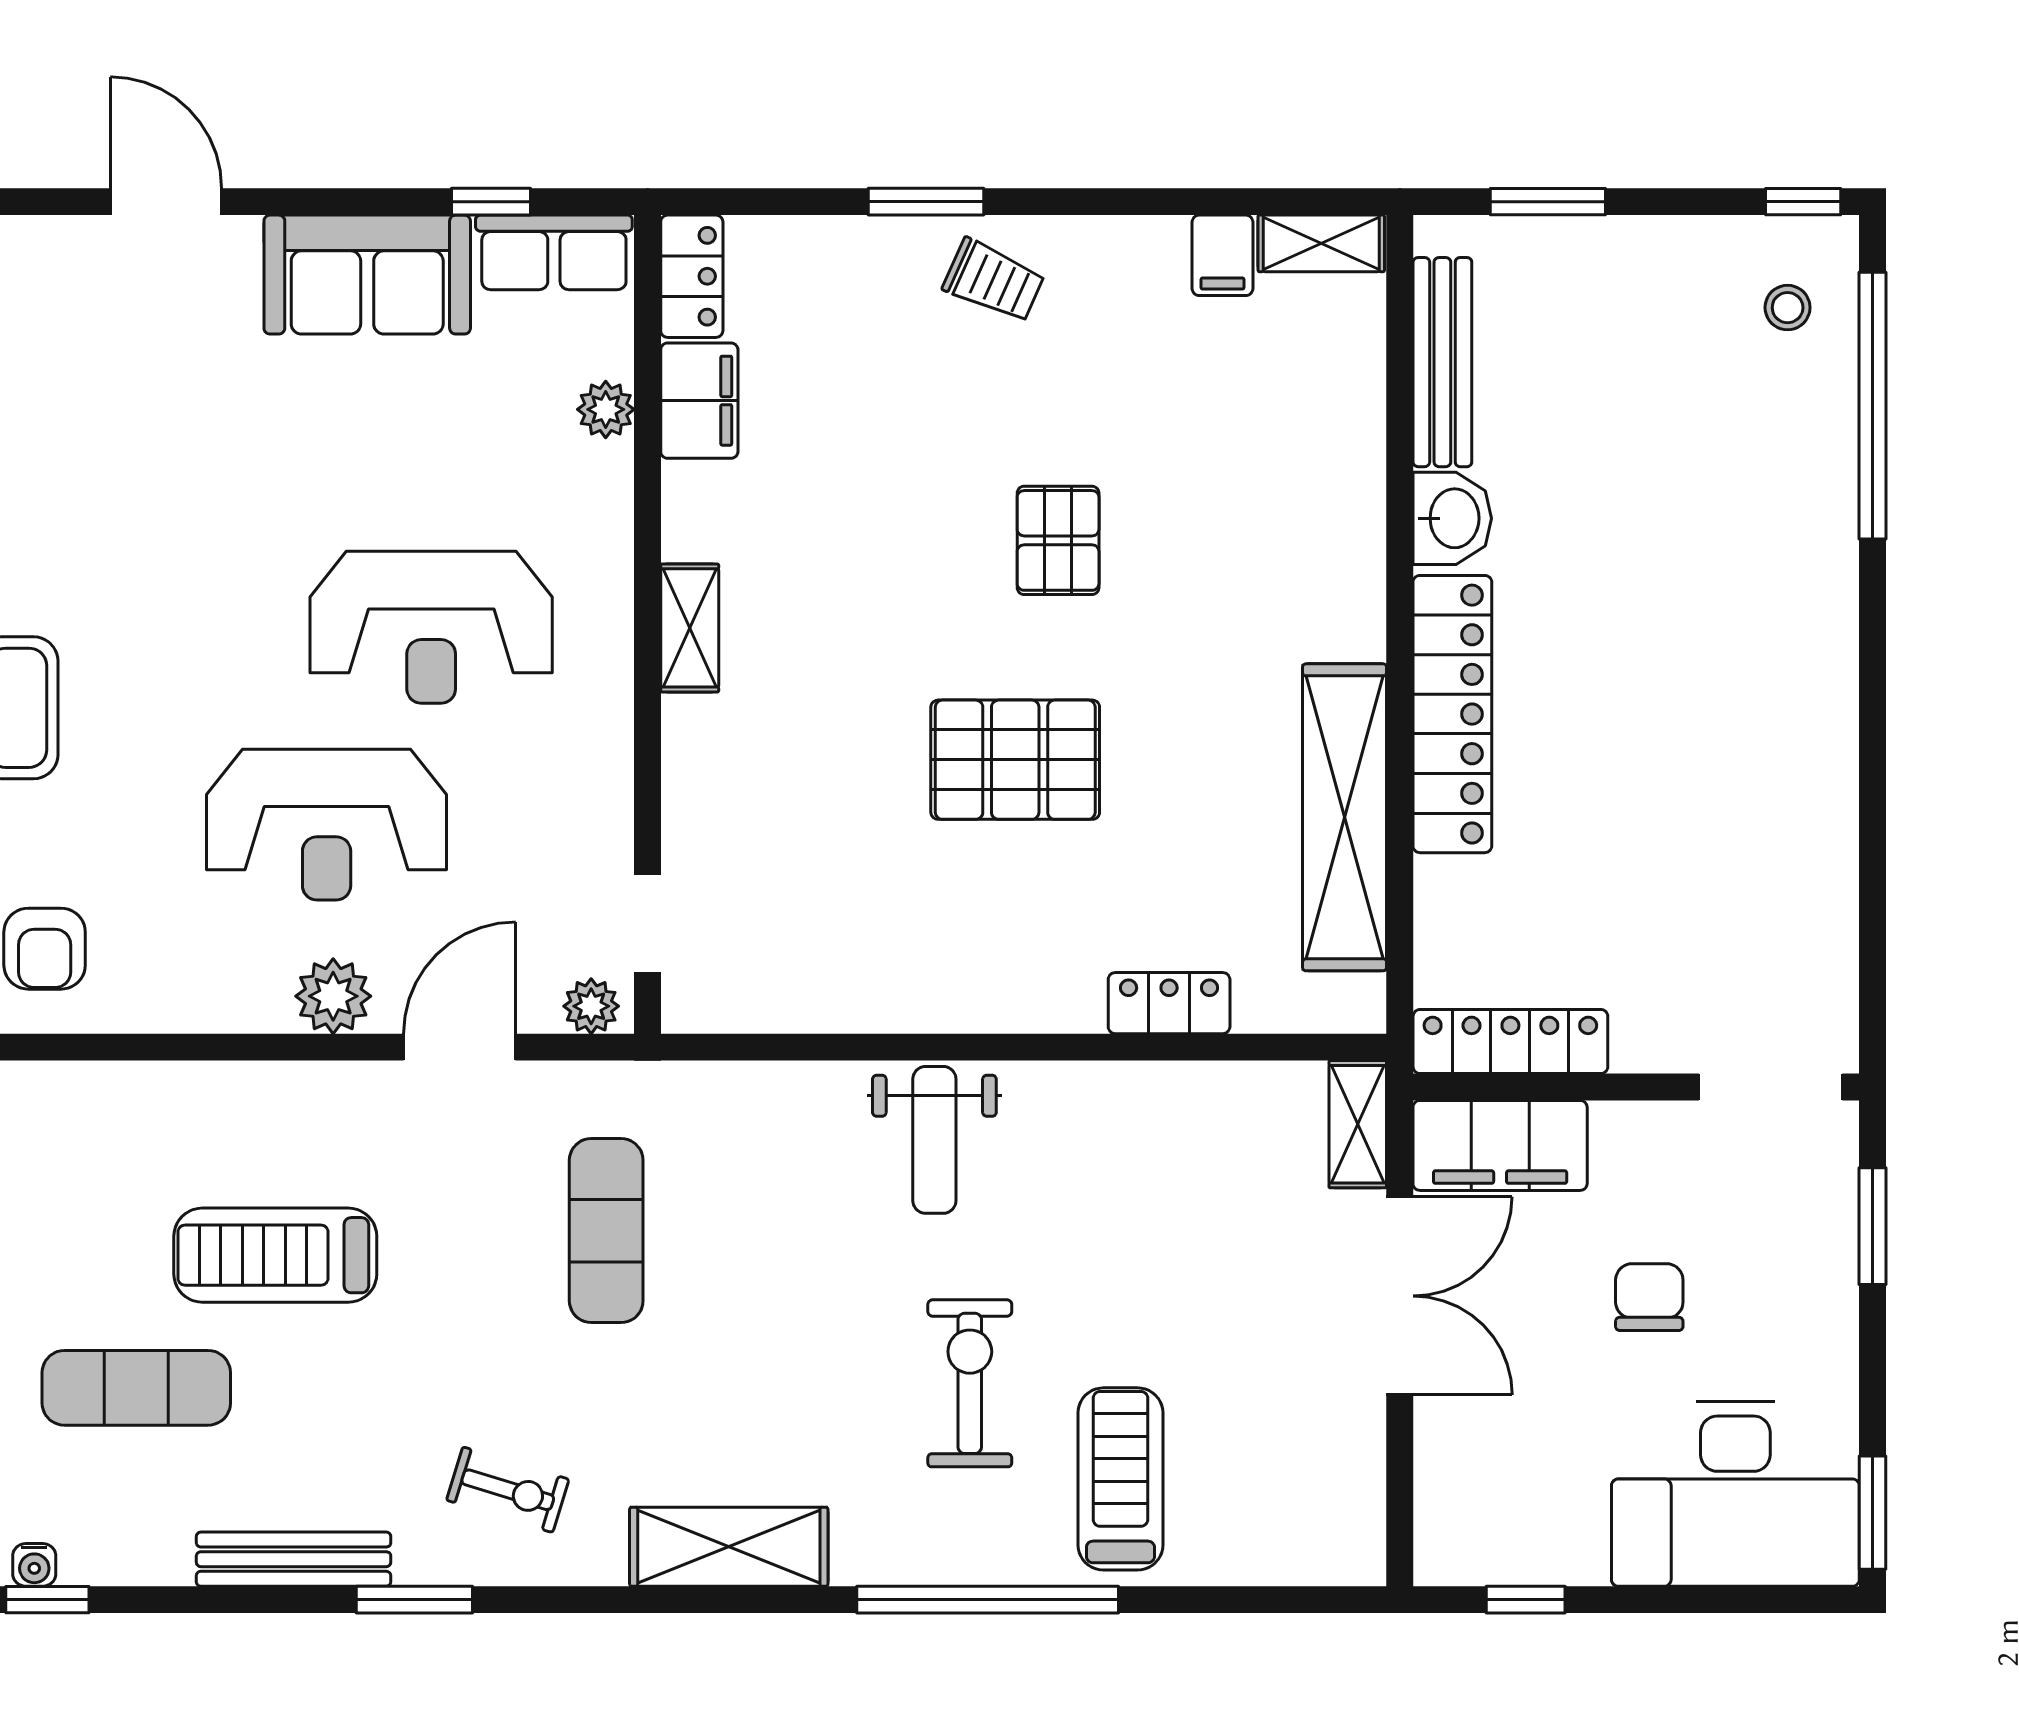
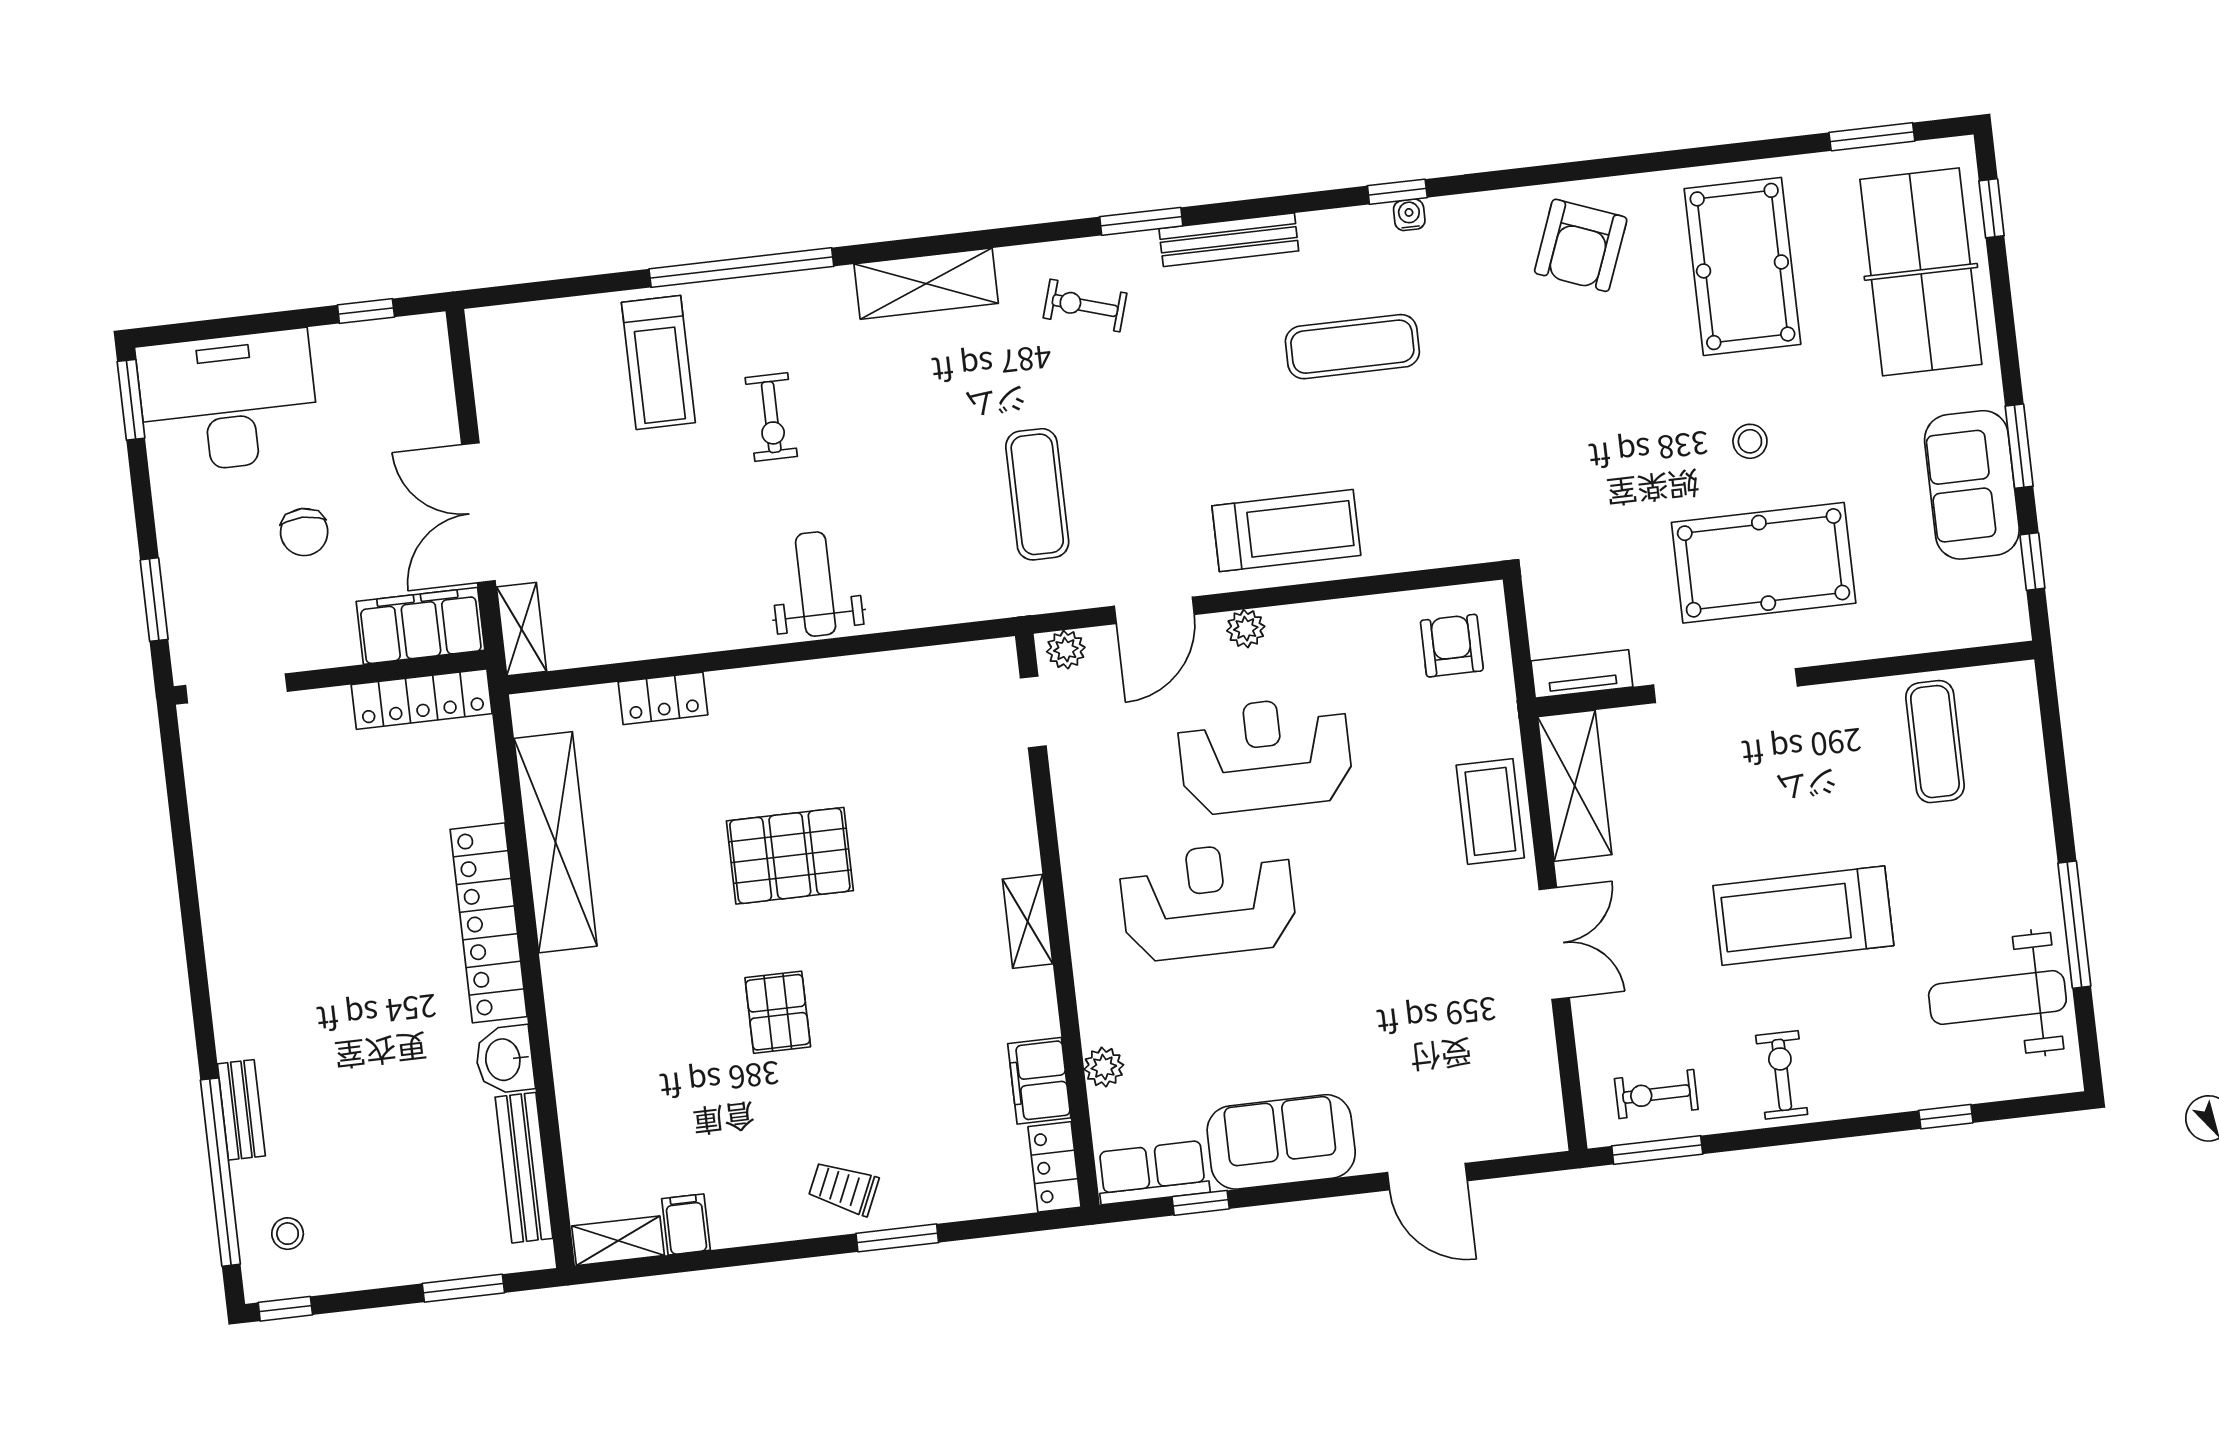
bench: (1833, 490) -> (241, 1110), added
plant: (333, 996) -> (1246, 629), width x0.73, depth x0.73
treadmill: (275, 1255) -> (1286, 531), moved
exercise bike: (970, 1383) -> (771, 417), width x0.73, depth x0.72

